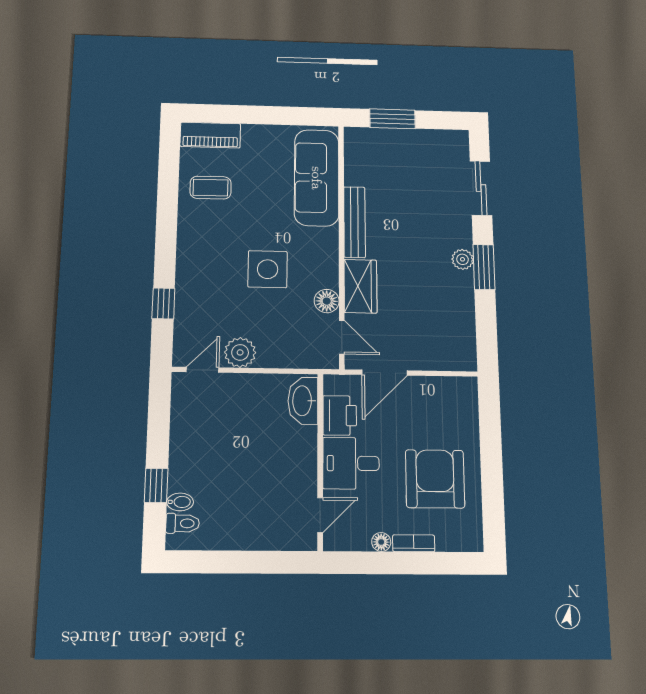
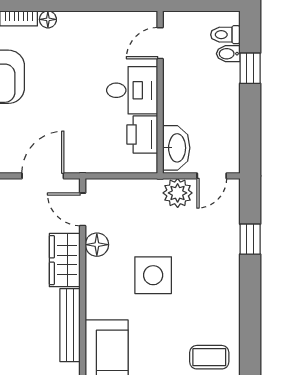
washbasin: (303, 401) -> (176, 148), moved
printer: (340, 415) -> (142, 135), moved
wall: (320, 461) -> (160, 92), moved
desk: (351, 463) -> (132, 90), moved
door: (320, 515) -> (160, 43), moved

